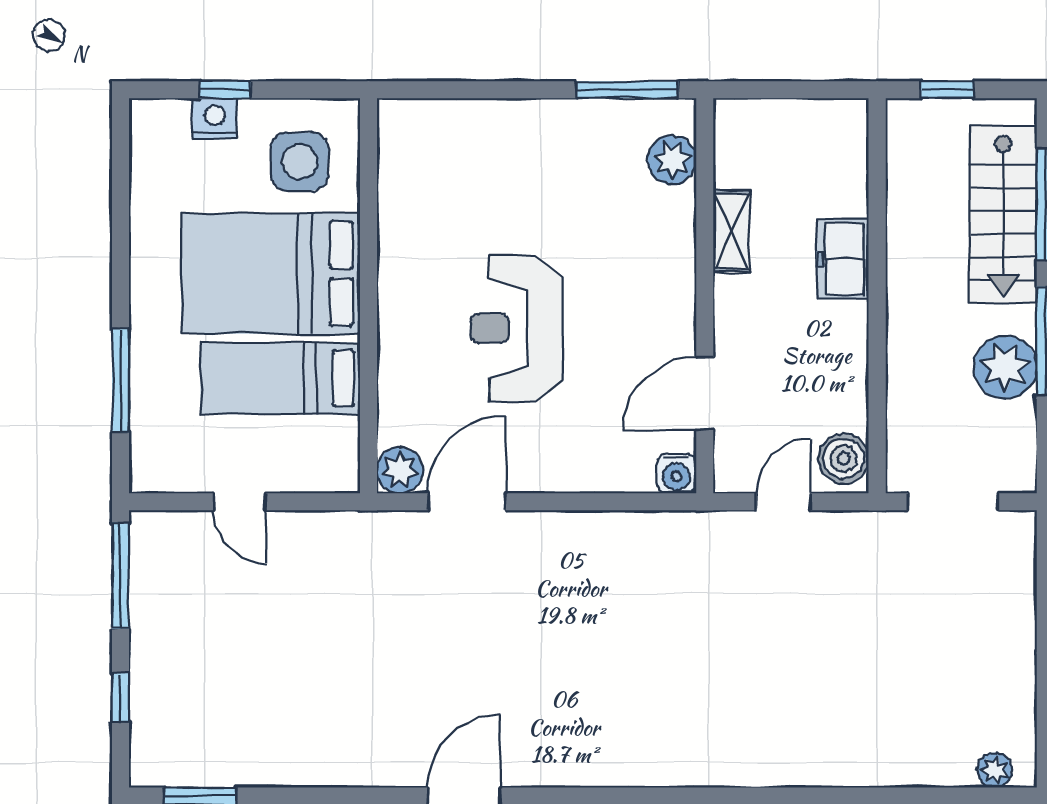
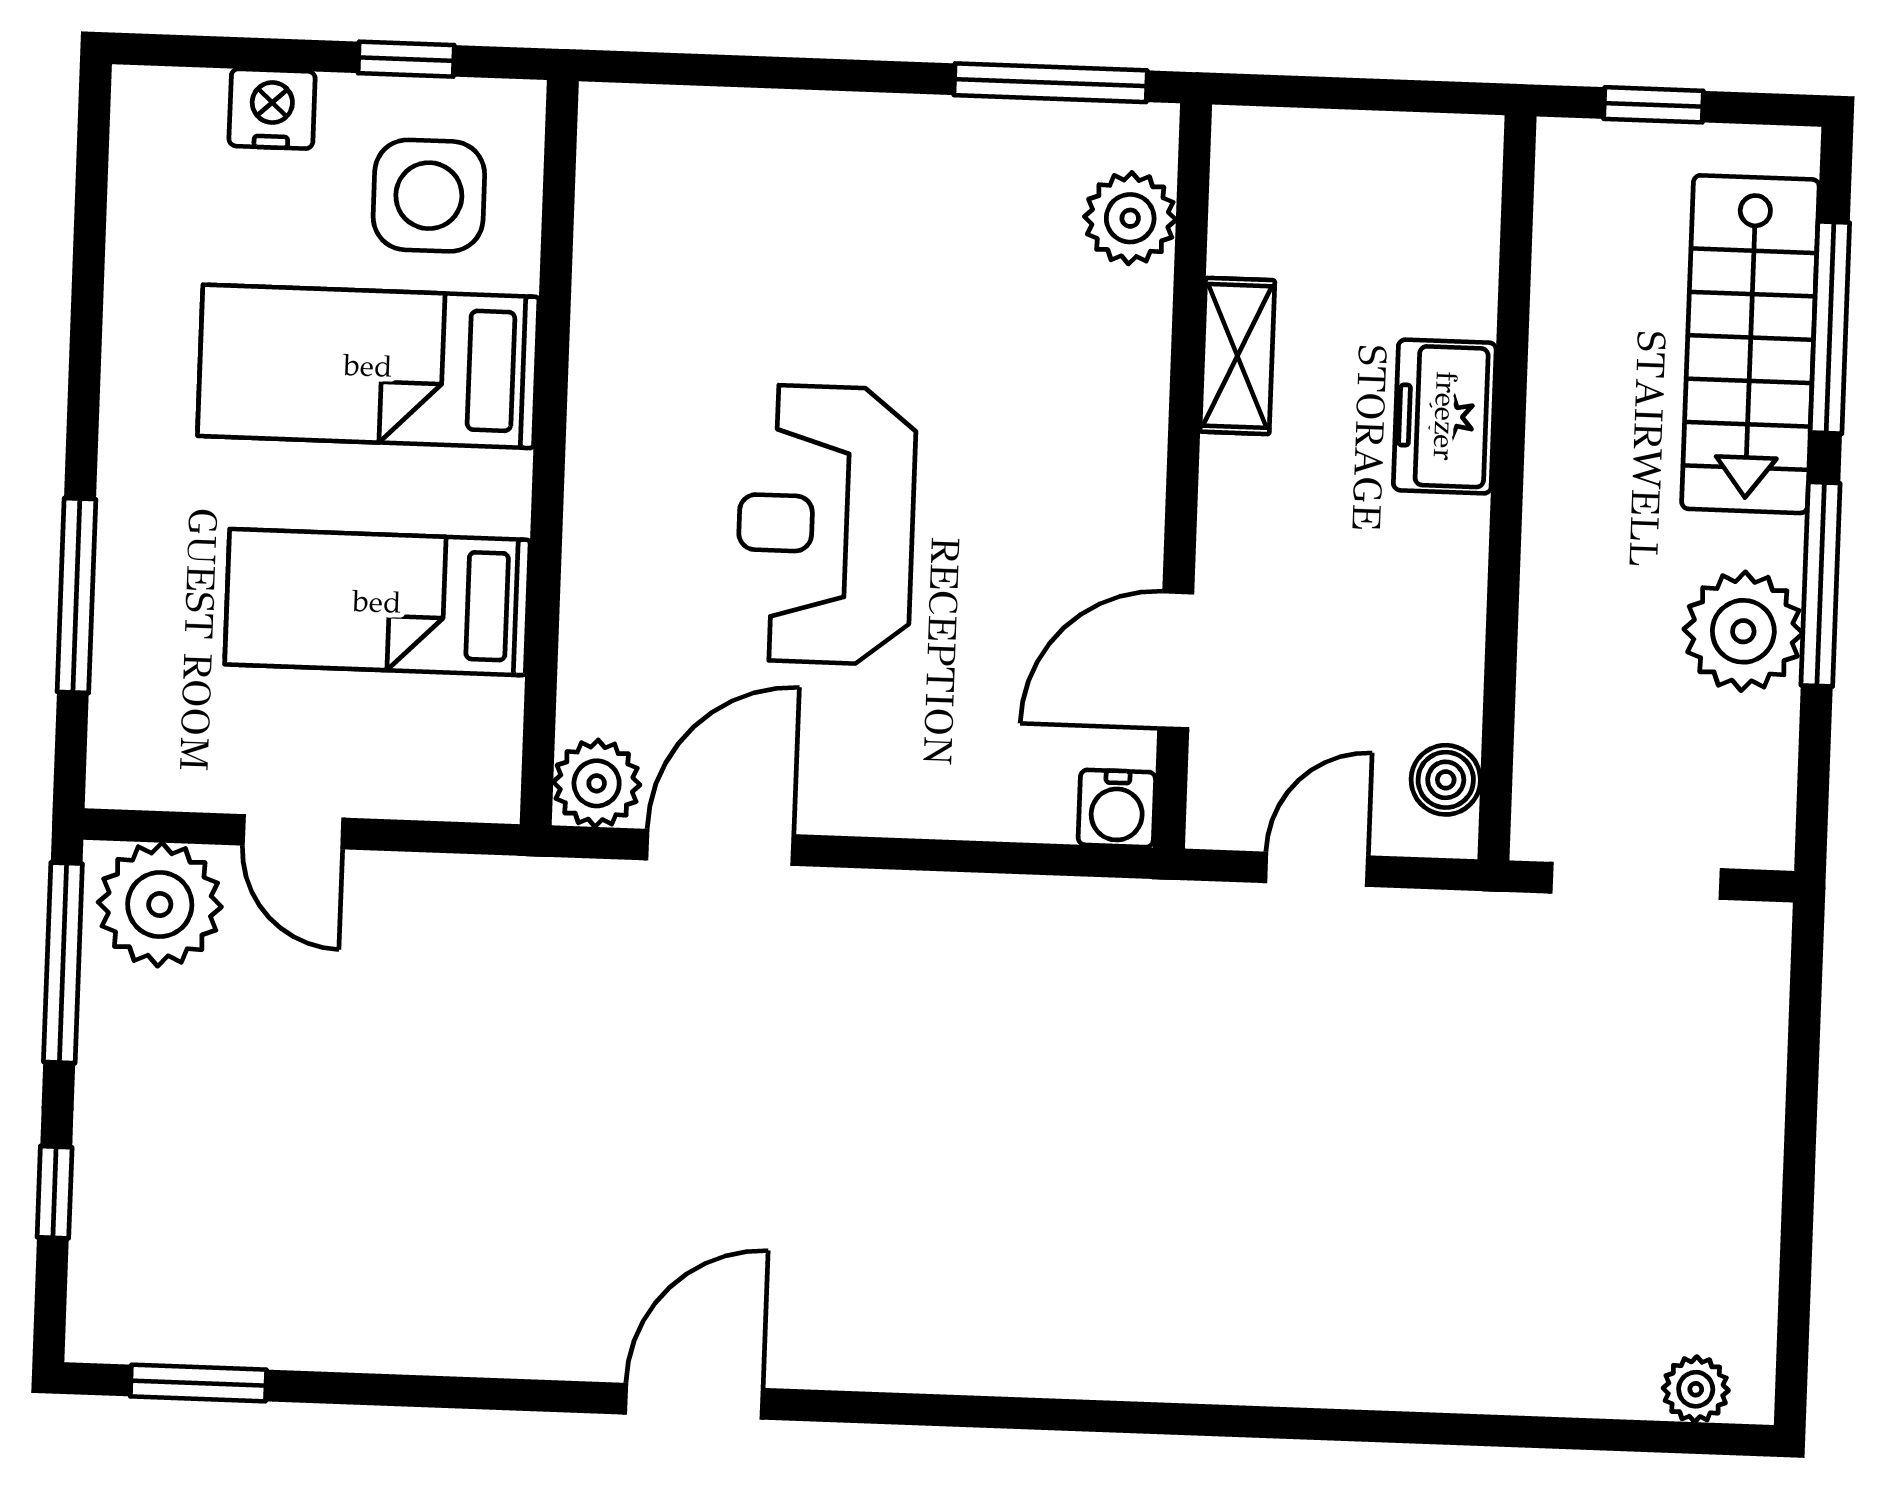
window: (225, 90) -> (406, 59), moved
bed: (271, 274) -> (368, 366), width x0.67
boiler: (844, 458) -> (1446, 780), width x0.73, depth x0.73
plant: (171, 543) -> (160, 904), added

